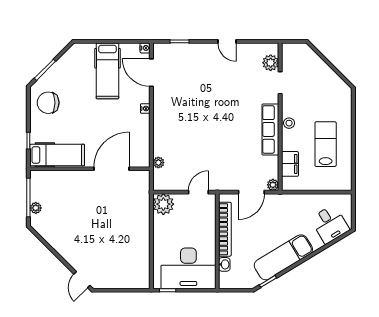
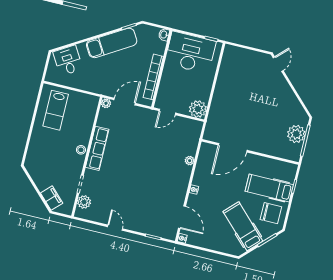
hospital bed: (107, 71) -> (243, 226), moved, turned -45
lab bench: (326, 144) -> (56, 110), moved
hospital bed: (57, 155) -> (269, 188), moved
plant: (158, 163) -> (190, 161), moved
filing cabinet: (290, 164) -> (52, 198), moved, turned 135
plant: (36, 208) -> (296, 134), width x1.87, depth x1.87
washbasin: (224, 264) -> (164, 35), moved

